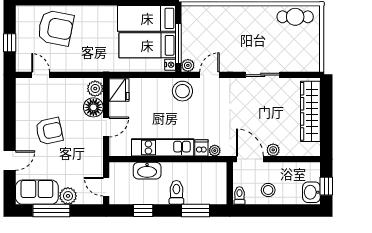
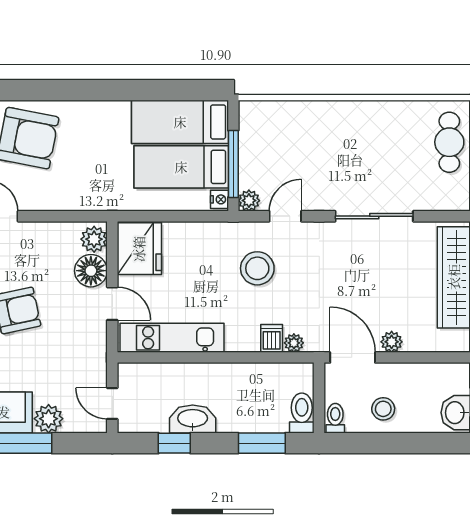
cafe table: (295, 17) -> (449, 142), moved, turned 90
sliding door: (263, 75) -> (374, 216), width x1.37
fridge: (119, 90) -> (139, 249), width x1.36, depth x1.34
stool: (182, 91) -> (257, 268), moved
door: (106, 127) -> (112, 304), hinge flipped
kitchen unit: (163, 147) -> (172, 338), moved
washbasin: (147, 171) -> (193, 419), moved, turned 180
toilet: (176, 192) -> (302, 413), moved

